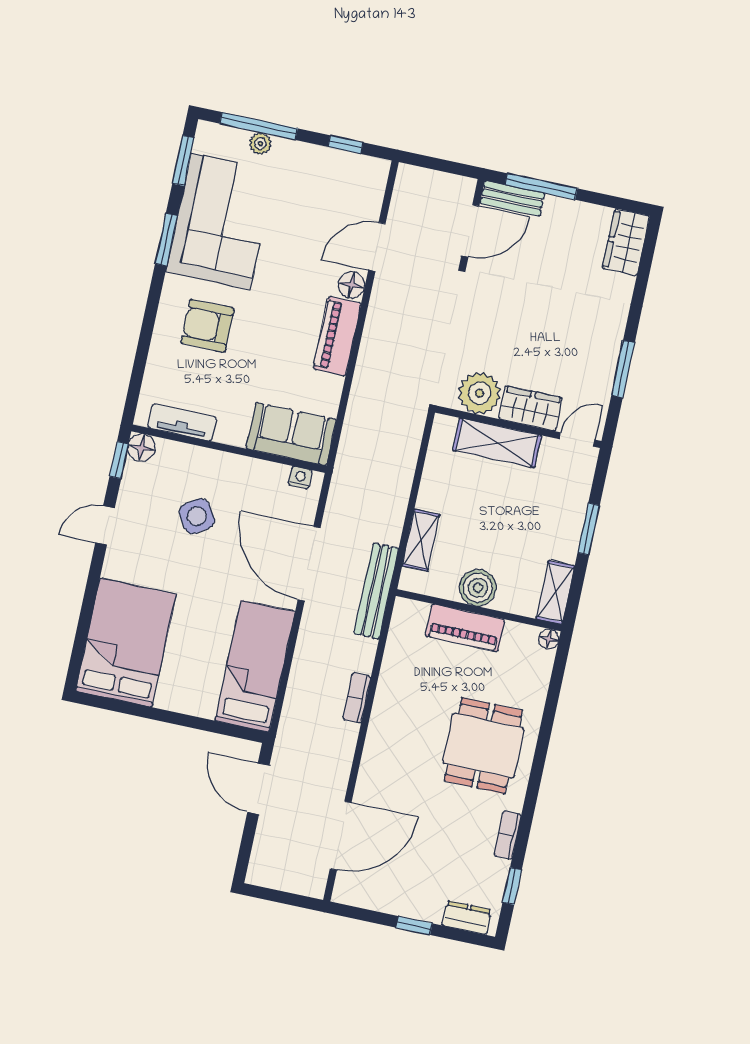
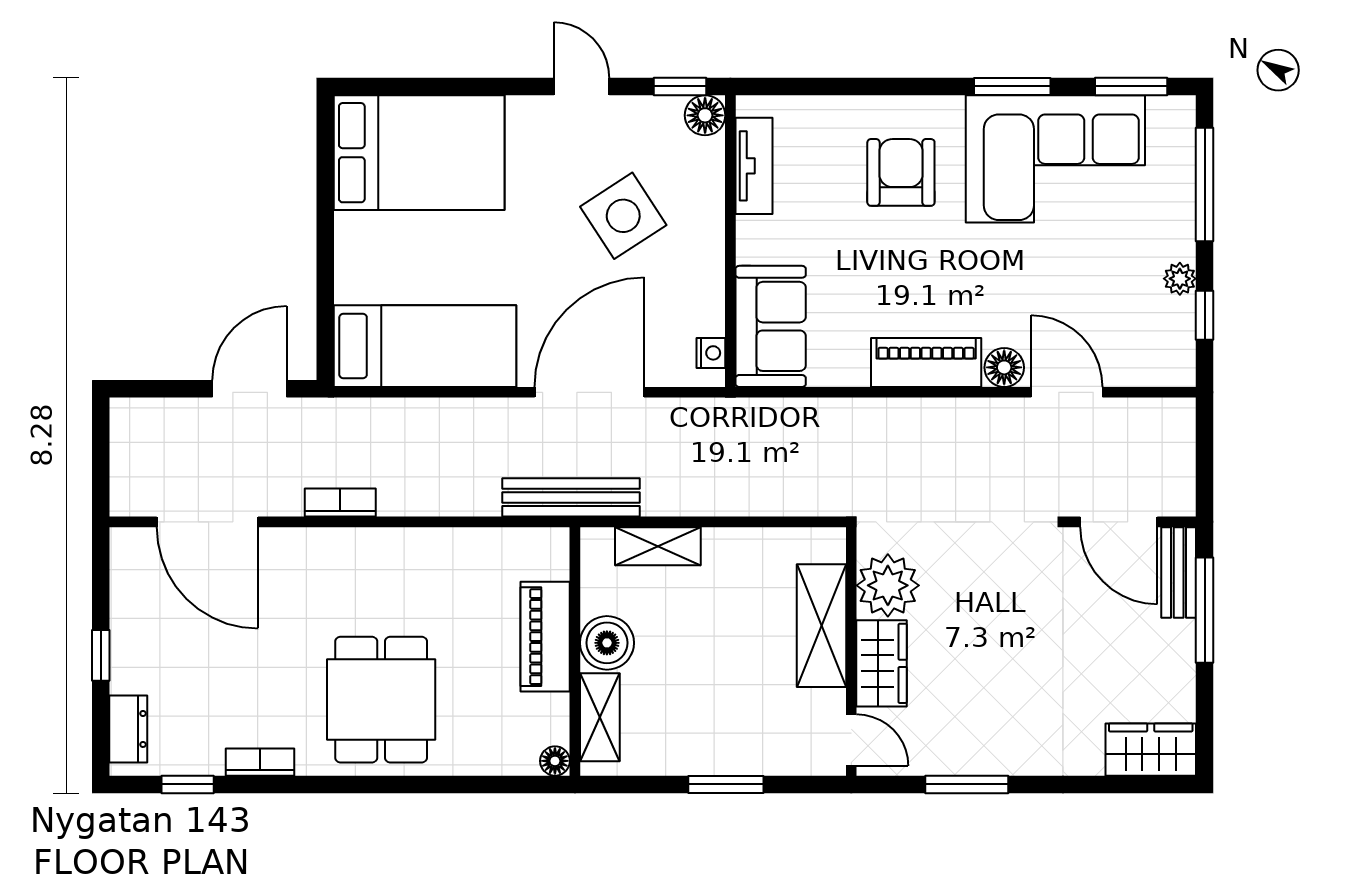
plant: (260, 144) -> (1180, 279), moved
side table: (197, 516) -> (623, 216), width x1.37, depth x1.37
shelving: (555, 592) -> (600, 717), moved, turned 90
bookcase: (357, 698) -> (340, 503), moved
dining table: (483, 746) -> (381, 700), turned 90

